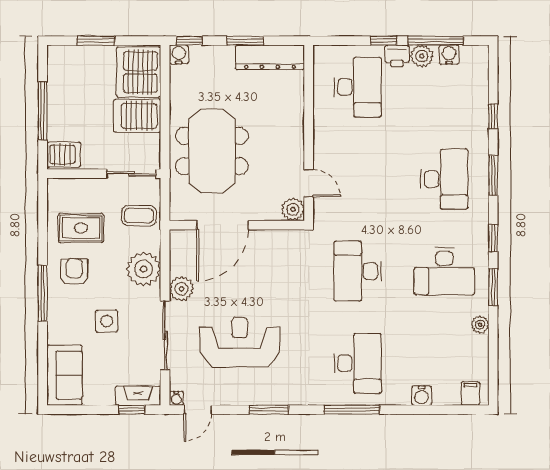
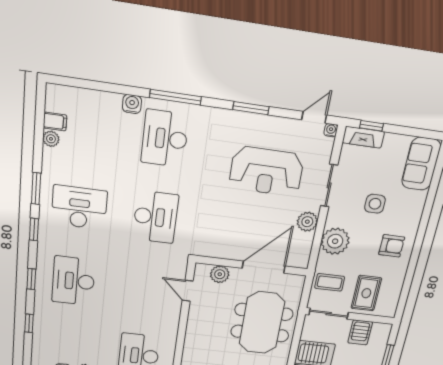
server rack: (64, 154) -> (360, 332), moved, turned -90
window: (493, 175) -> (31, 279), width x0.67
plant: (293, 209) -> (220, 274), moved
rug: (81, 228) -> (366, 293), moved, turned 90
armchair: (74, 272) -> (392, 246), turned -90
window: (43, 293) -> (421, 233), removed
plant: (480, 325) -> (51, 139), moved
sliding door: (165, 335) -> (329, 185), width x0.73
filing cabinet: (471, 393) -> (55, 122), moved, turned -90
water cooler: (422, 396) -> (132, 104), moved

